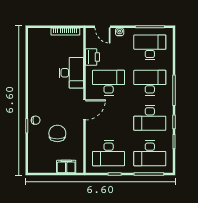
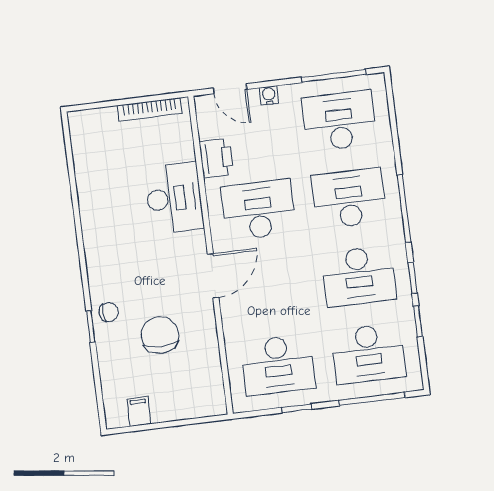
filing cabinet: (66, 166) -> (139, 411), moved, width x0.50

